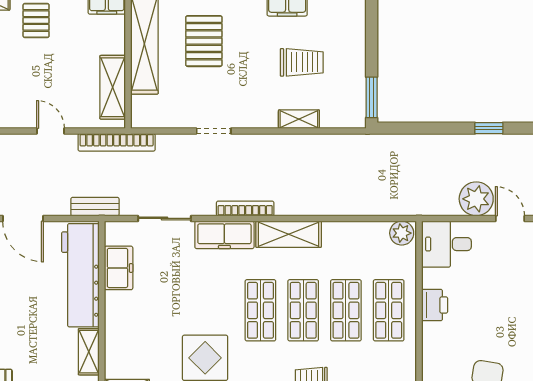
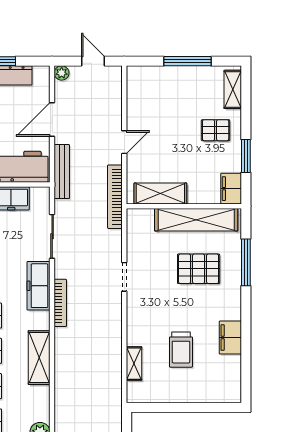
window: (372, 97) -> (152, 407), removed
shelving: (299, 119) -> (134, 364), moved
bench: (95, 207) -> (62, 172), width x1.36
shelving: (289, 234) -> (39, 358), moved

